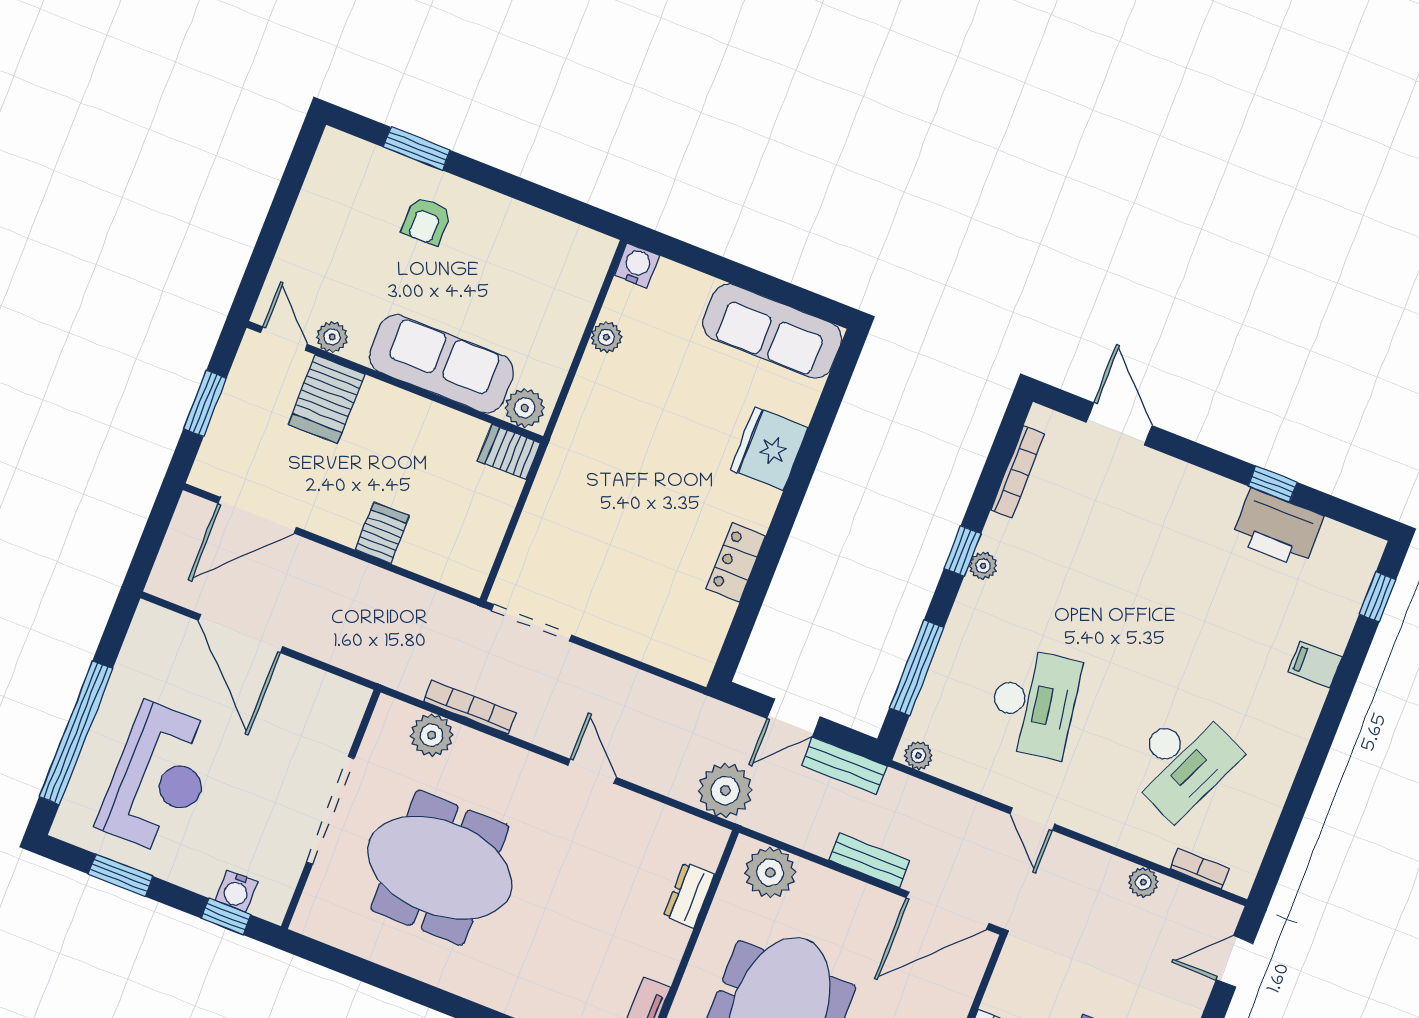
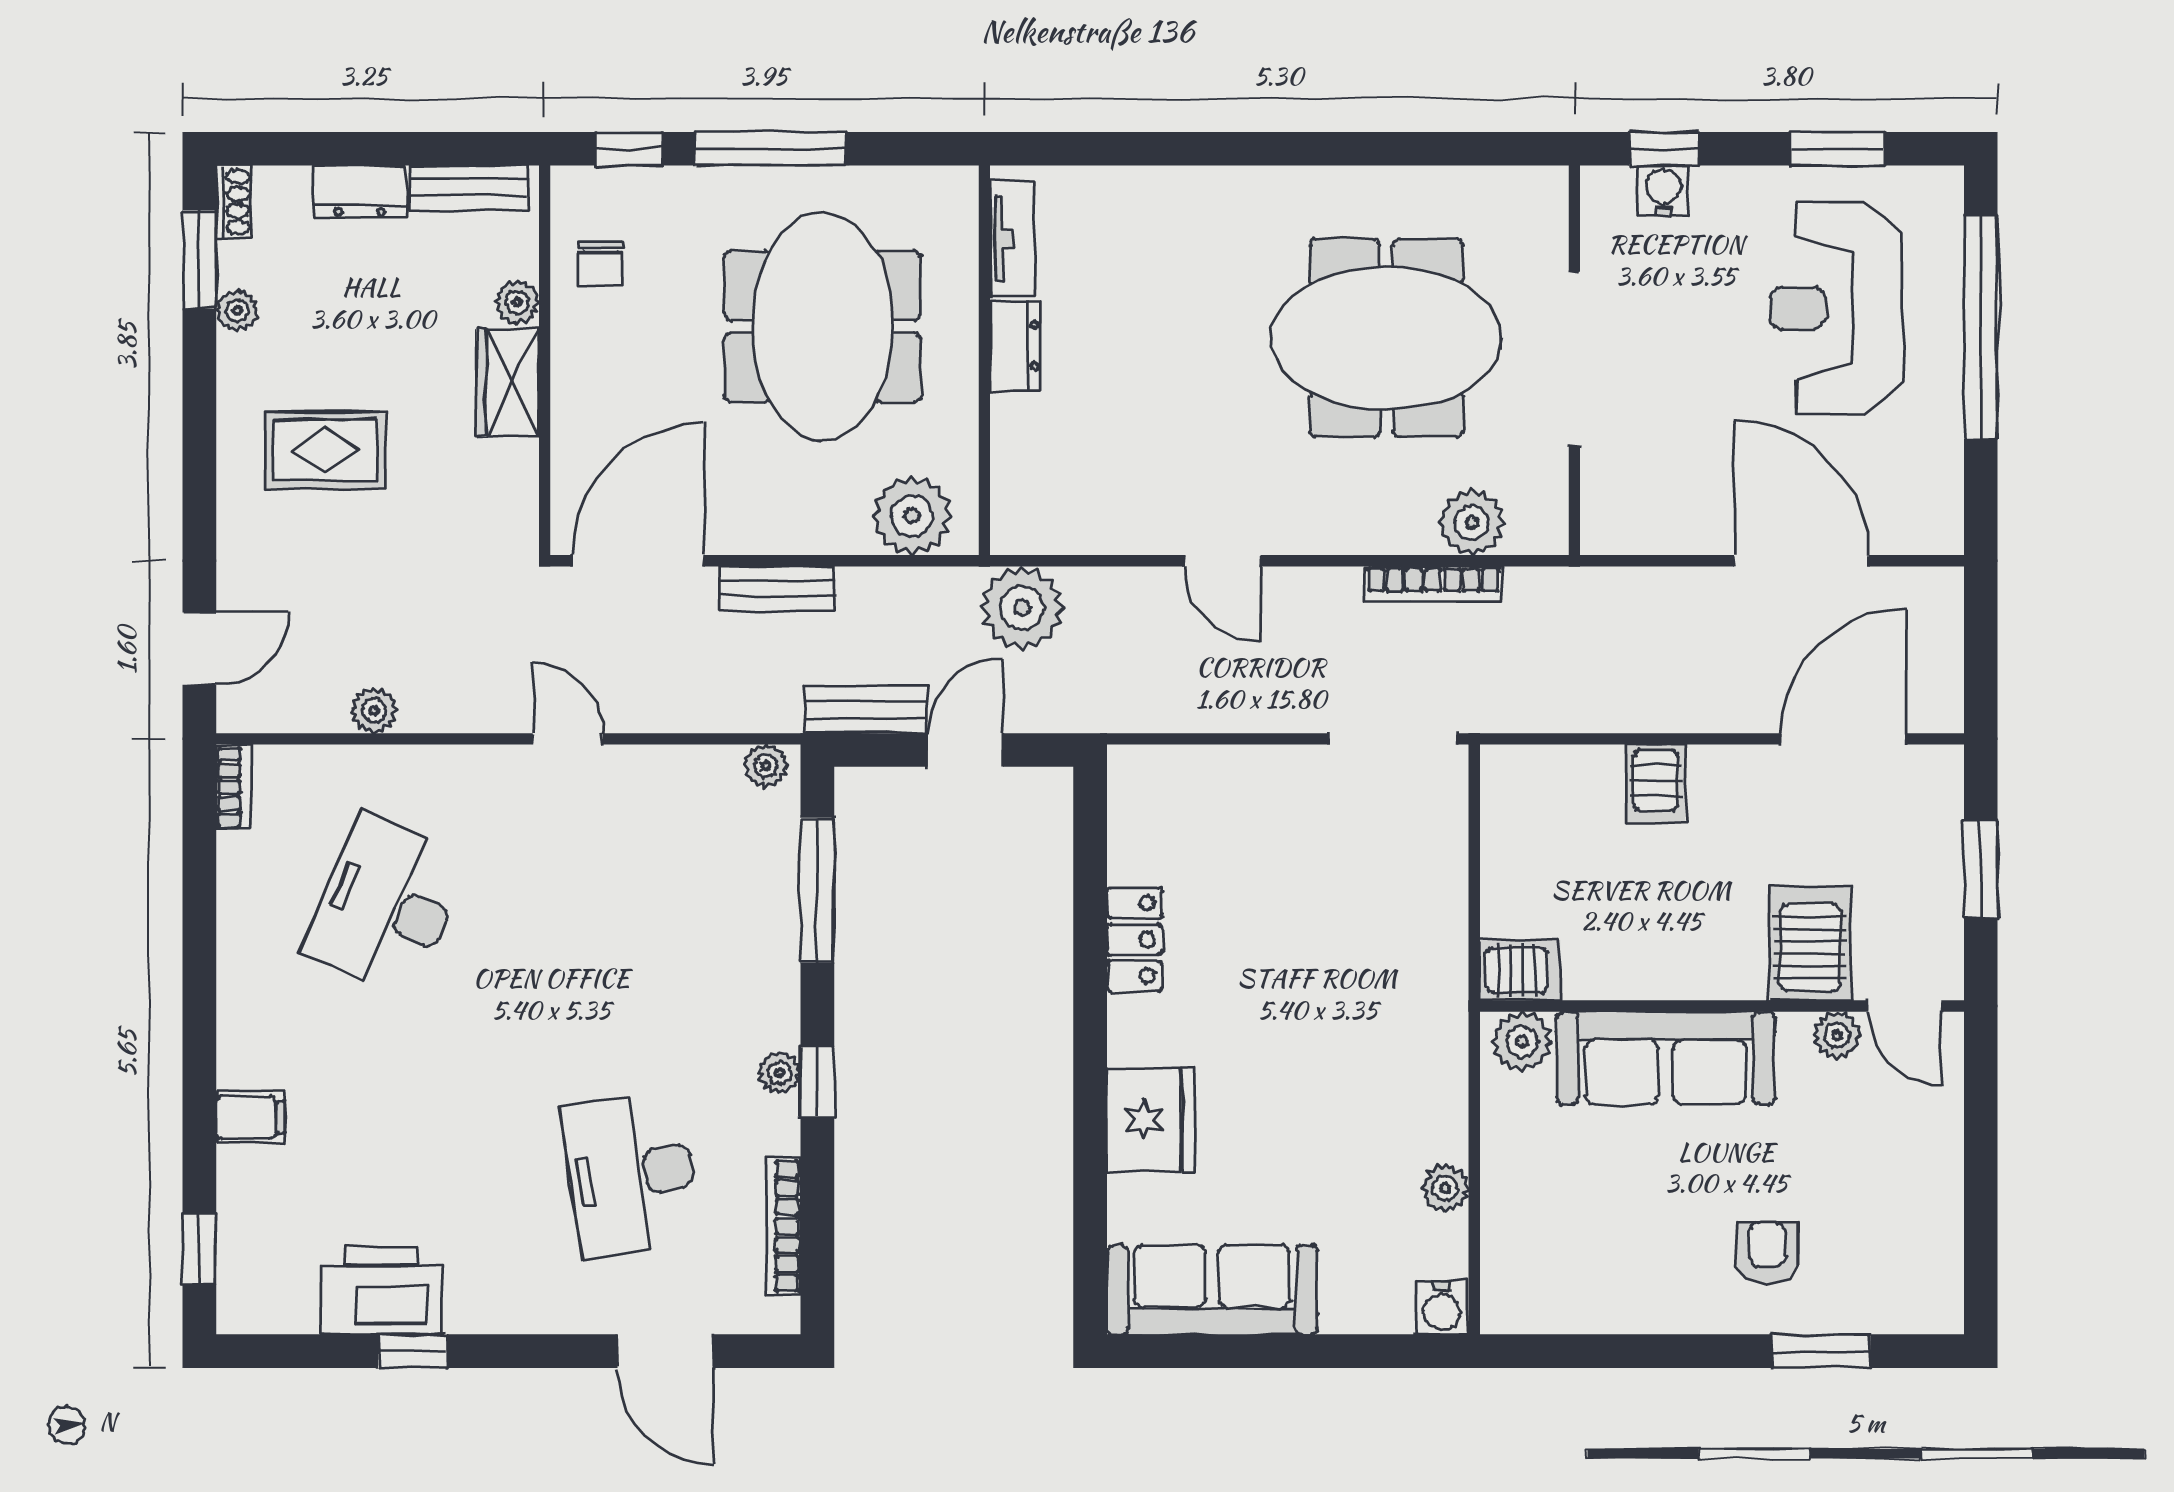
desk: (1034, 703) -> (631, 1174), moved
bookcase: (1199, 869) -> (233, 787), moved, turned -90
dresser: (689, 895) -> (1015, 346), moved

